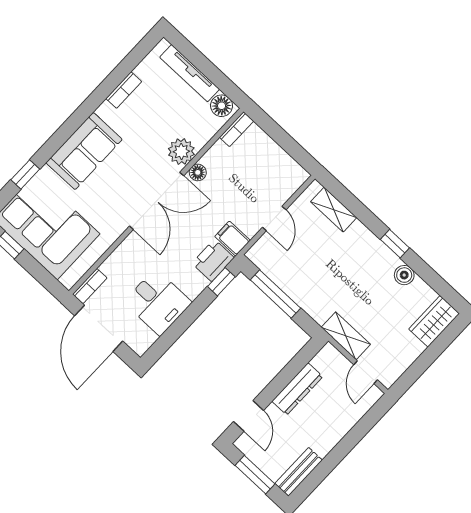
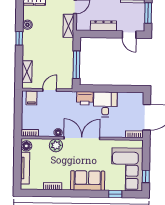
filing cabinet: (233, 239) -> (31, 98), moved
window: (221, 282) -> (90, 88), removed
desk: (158, 302) -> (105, 104), moved
door: (249, 416) -> (129, 35), swing flipped

